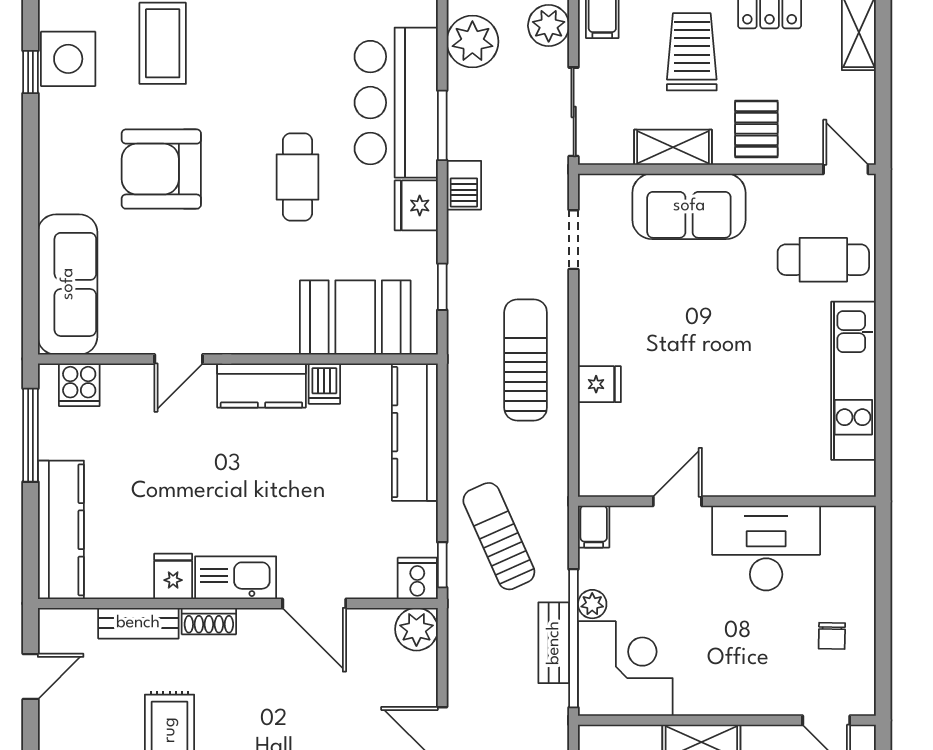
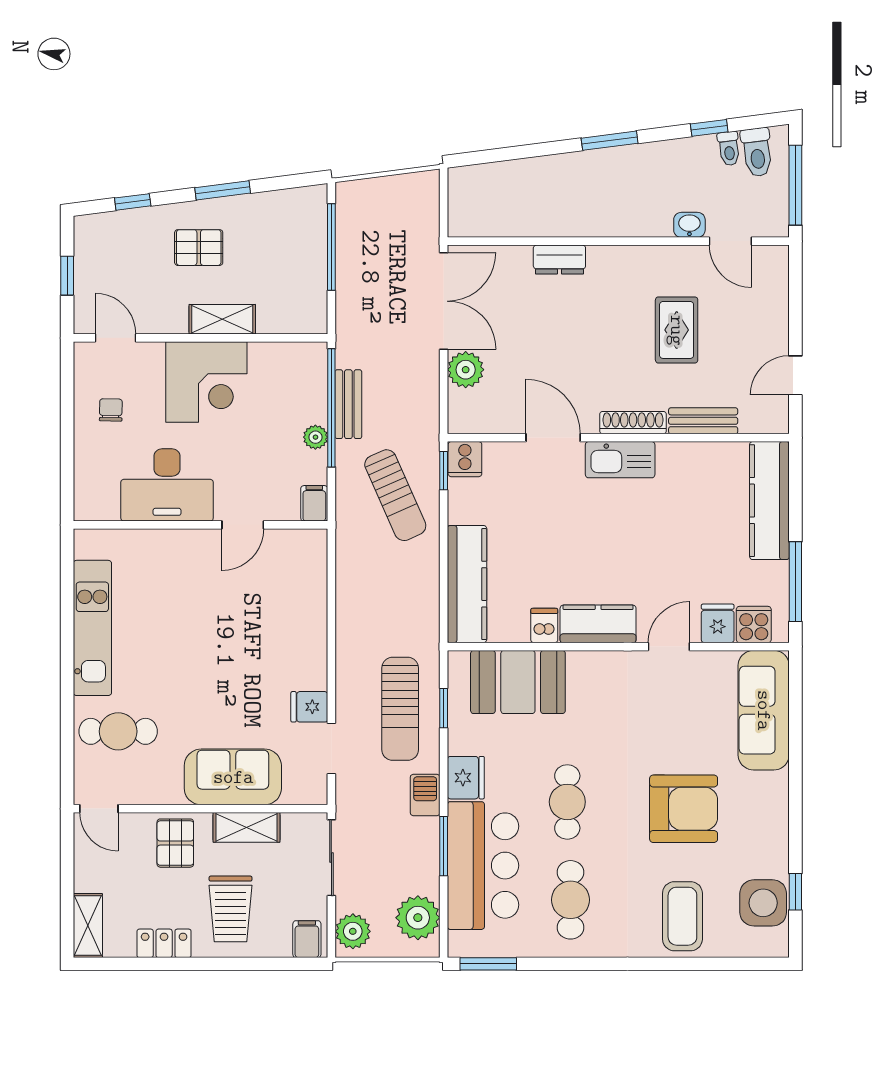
cafe table: (294, 62) -> (571, 900), added
sun lounger: (526, 360) -> (400, 709), moved
fridge: (599, 384) -> (309, 707), moved
fridge: (173, 576) -> (718, 623), moved, turned 180
shoe rack: (209, 621) -> (633, 423), width x1.43
plant: (416, 629) -> (466, 370), moved
corner desk: (625, 669) -> (206, 382), moved, turned -90

